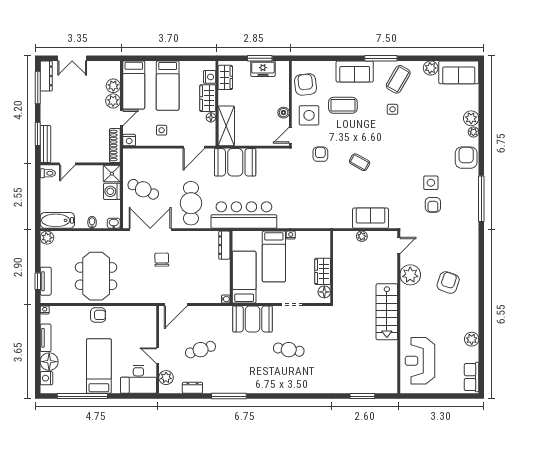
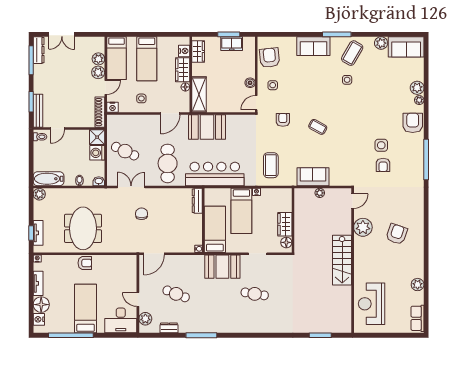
coffee table: (343, 105) -> (271, 165), moved, turned 90
side table: (309, 115) -> (273, 85), width x0.54, depth x0.54
sofa: (370, 218) -> (313, 177), moved
double door: (150, 230) -> (131, 187), width x0.73
cafe table: (201, 350) -> (176, 294), turned 39

